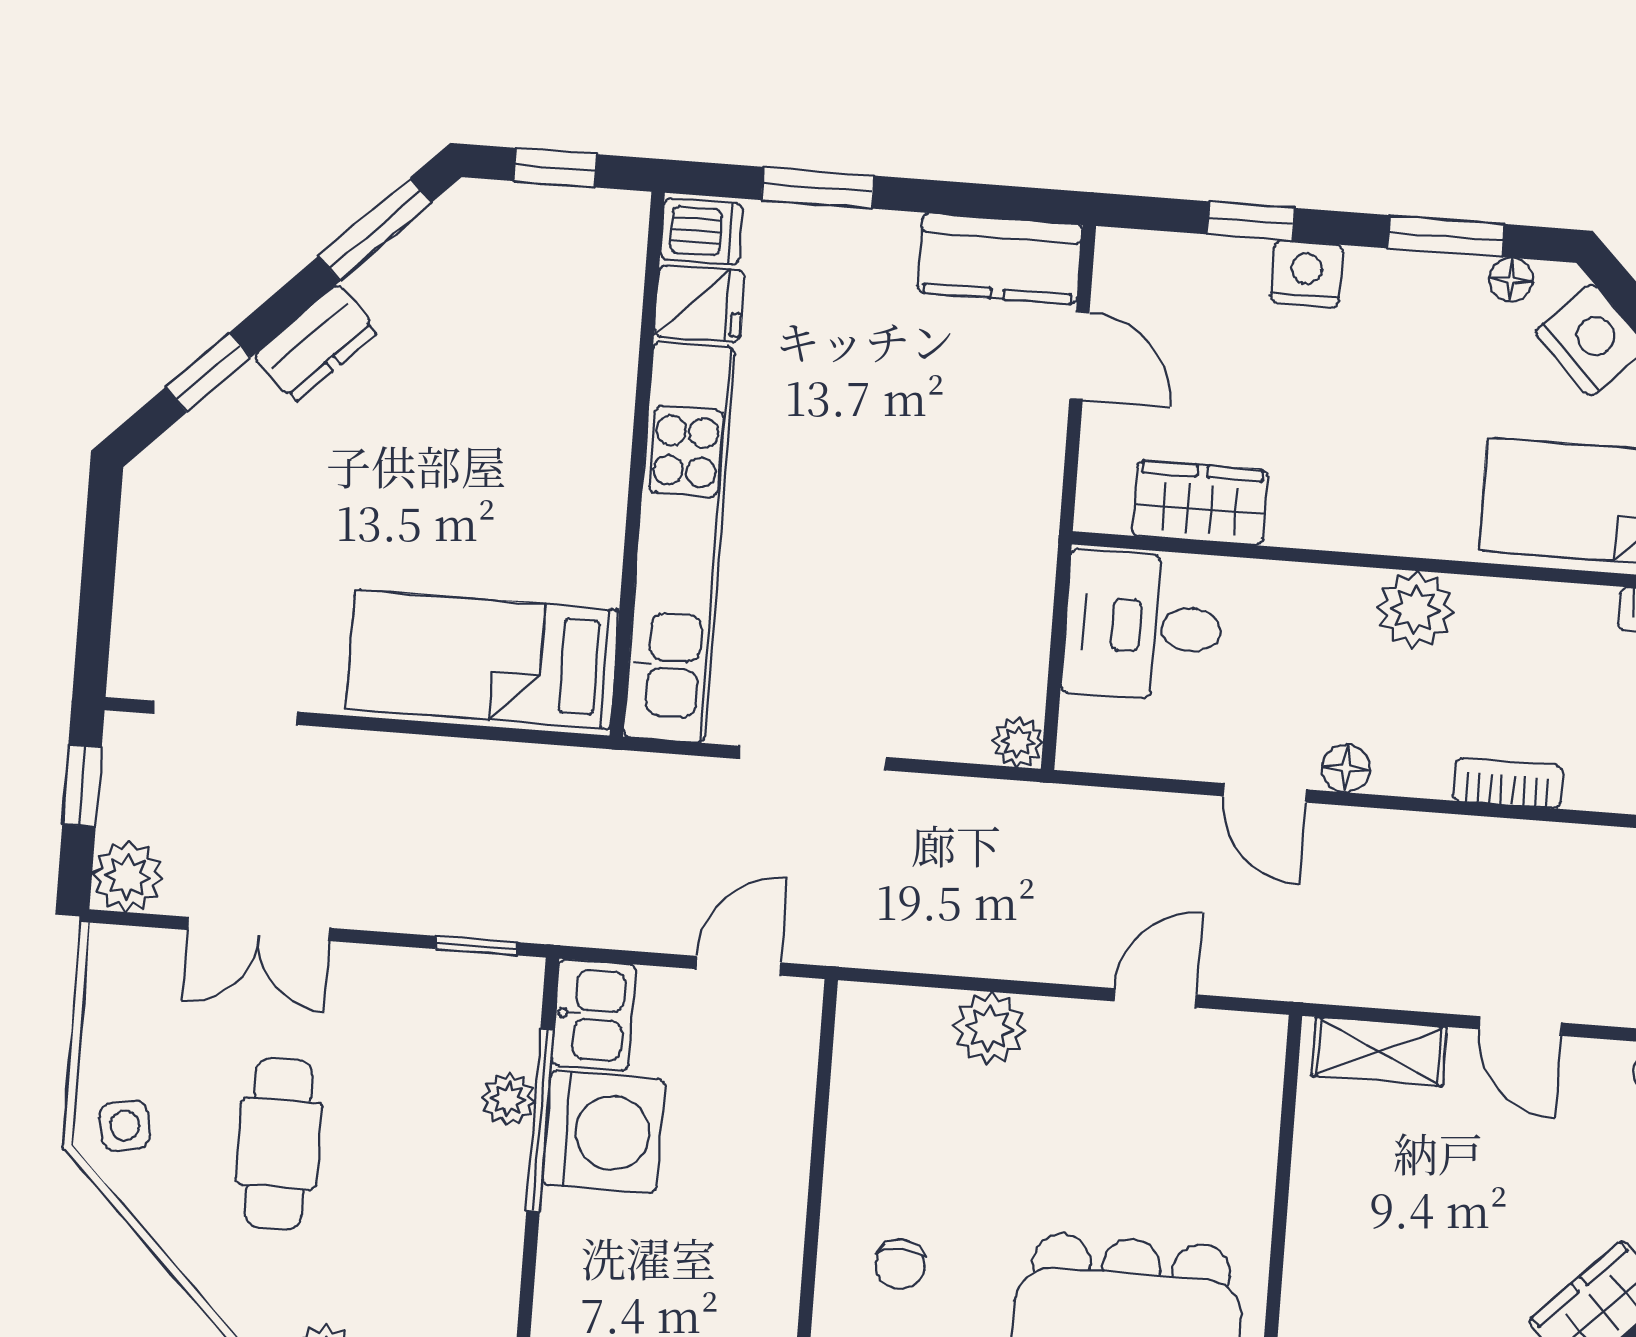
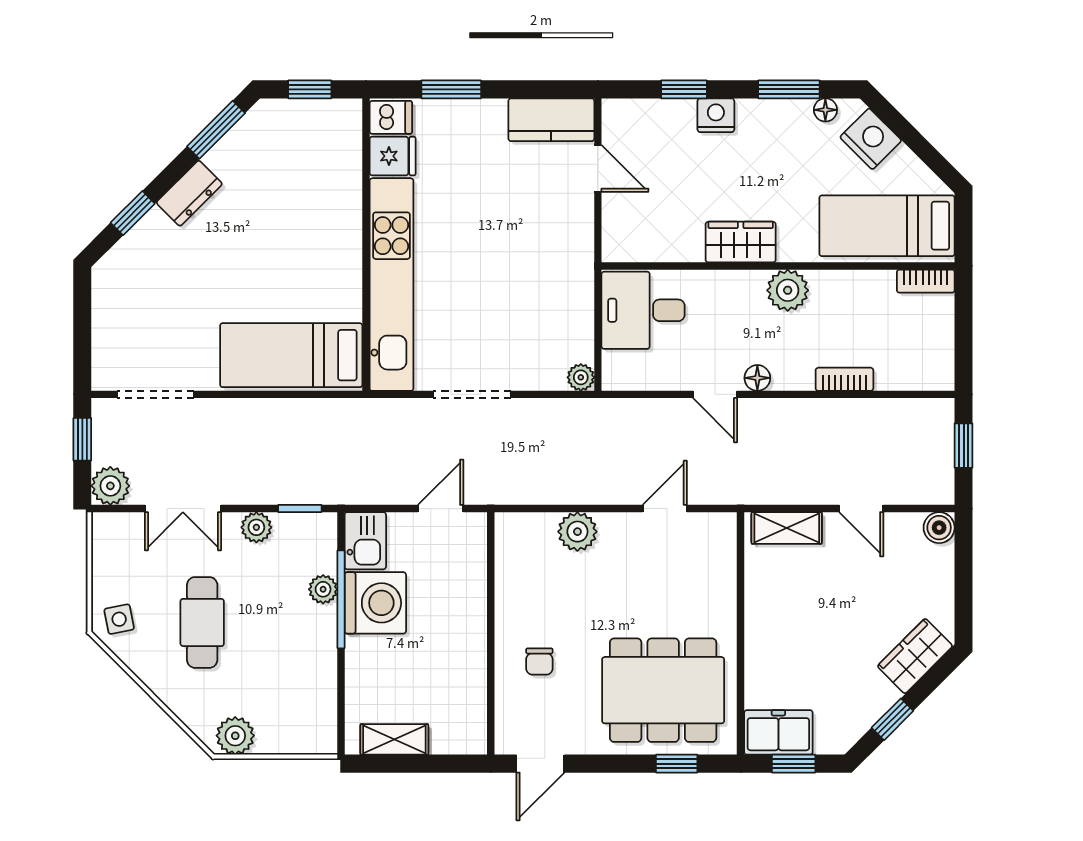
wardrobe: (1200, 503) -> (741, 242), moved
plant: (393, 974) -> (256, 527), added

